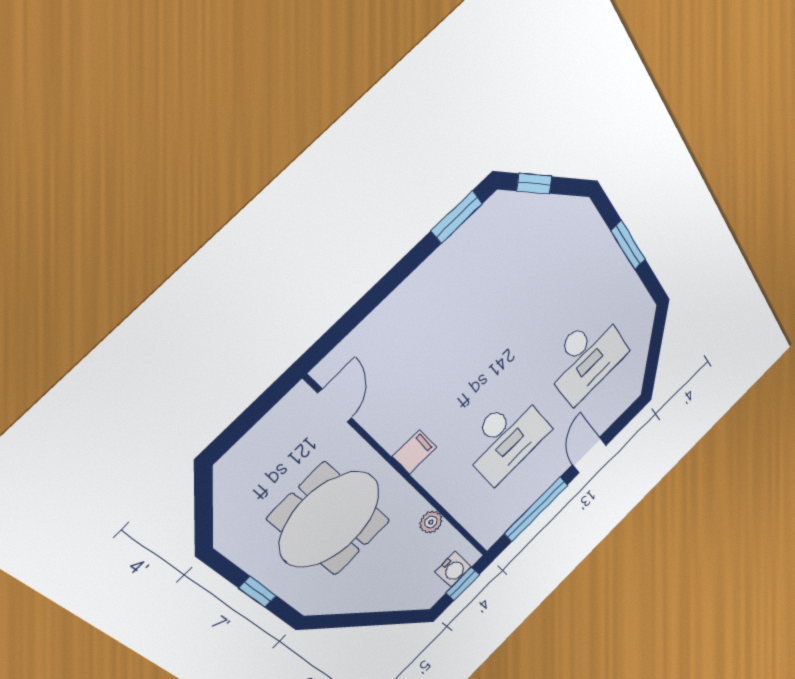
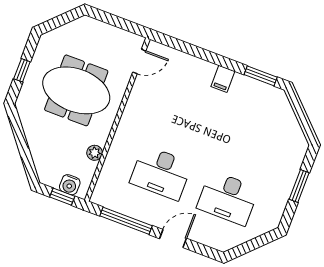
window: (534, 184) -> (298, 109), removed
filing cabinet: (414, 452) -> (223, 79), moved, turned 90

